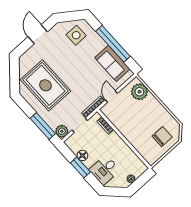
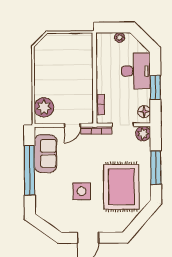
side table: (76, 35) -> (82, 191), moved
window: (43, 126) -> (156, 168), moved
chair: (162, 137) -> (59, 50), removed
floor lamp: (82, 155) -> (144, 112), moved
desk: (105, 170) -> (136, 71), width x1.37

